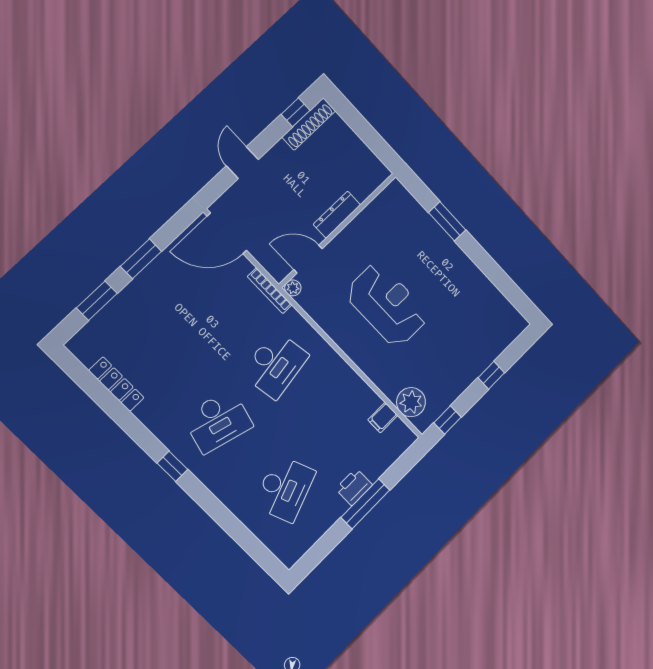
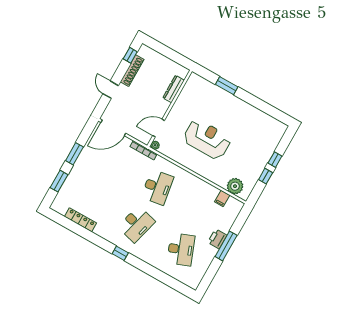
shoe rack: (309, 124) -> (132, 71), moved
dresser: (337, 215) -> (174, 89), moved
window: (448, 420) -> (266, 176), moved

